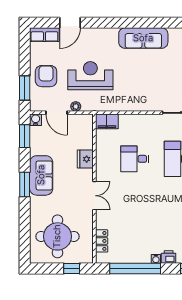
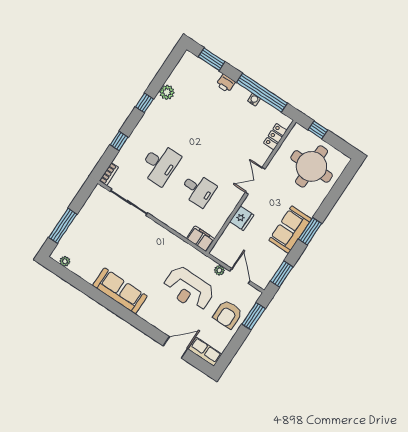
water cooler: (36, 120) -> (263, 282), removed
water cooler: (156, 259) -> (254, 100), moved

